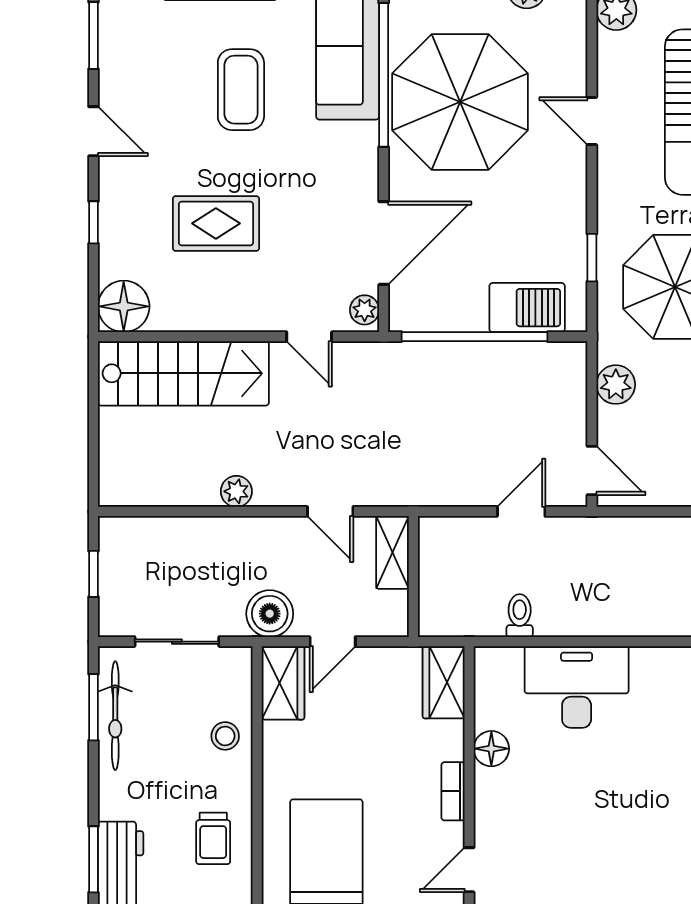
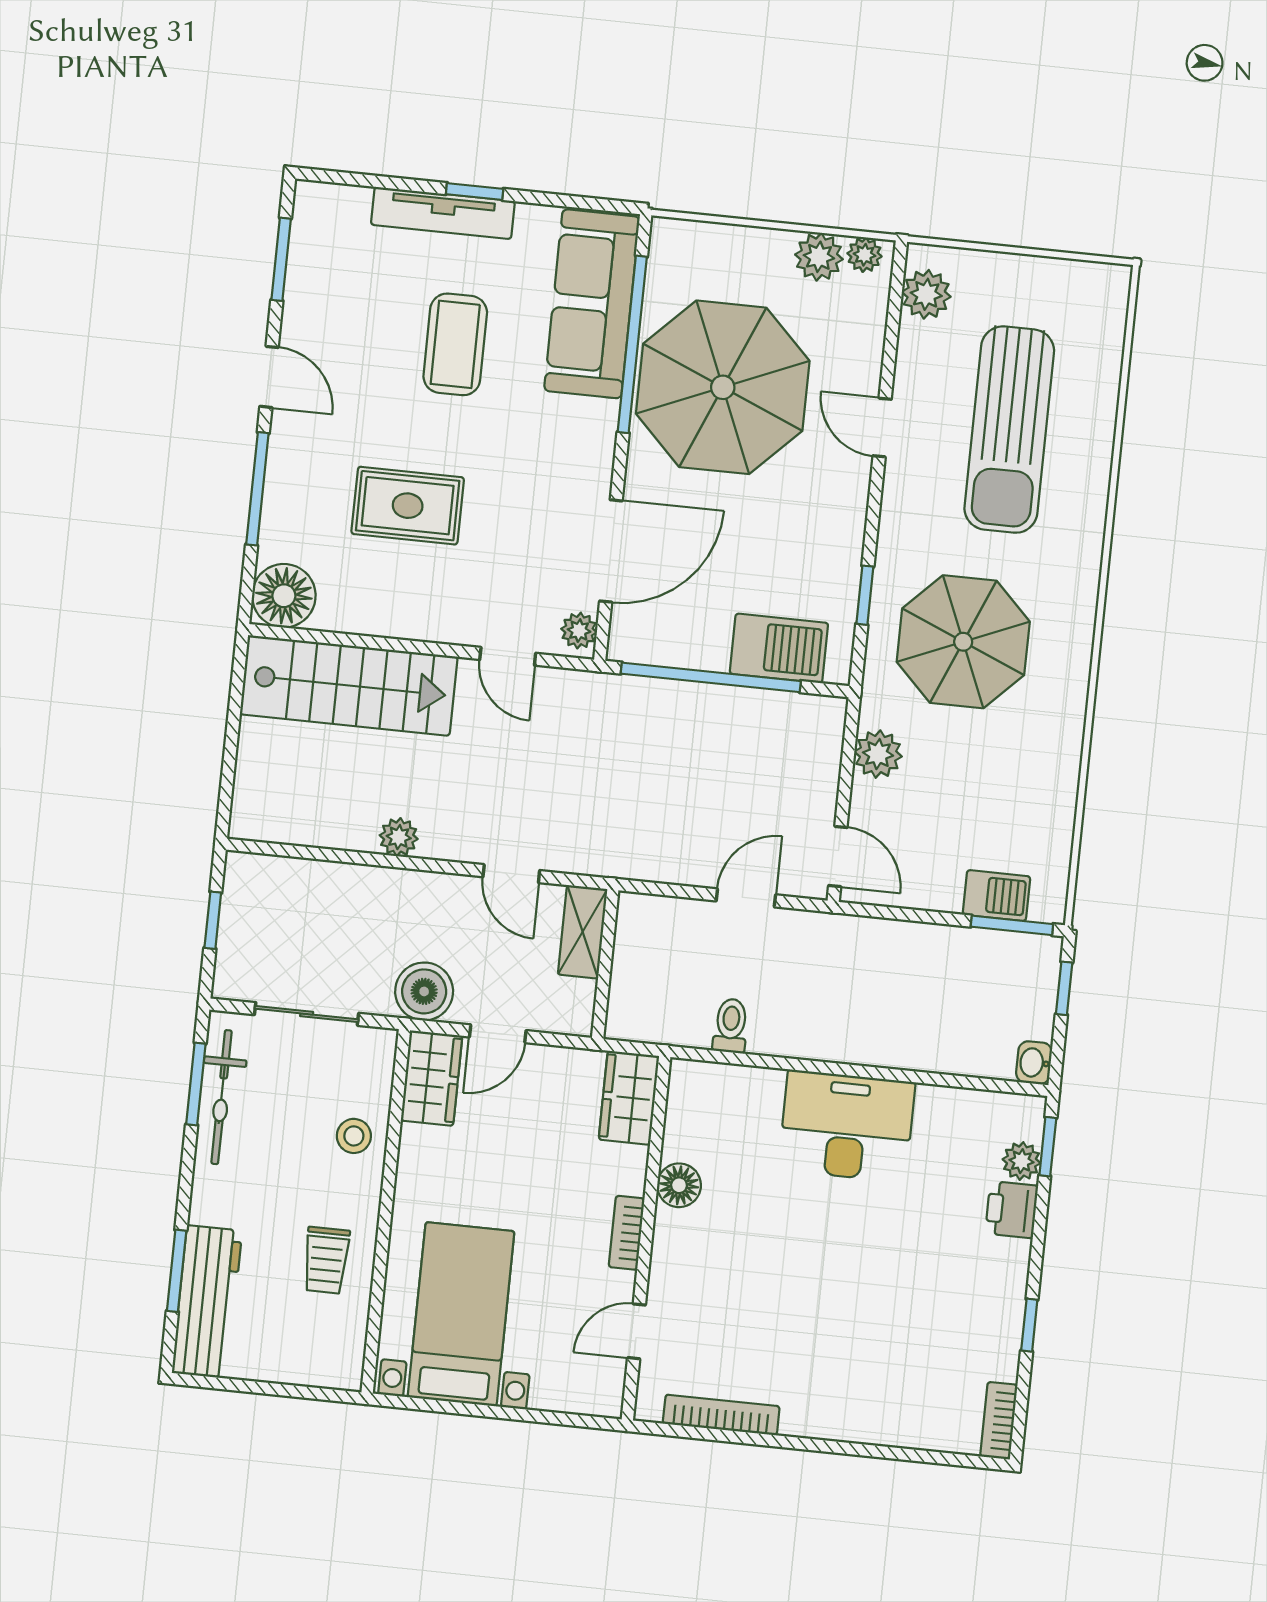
window: (94, 222) -> (257, 489), width x2.17
desk: (577, 687) -> (847, 1126), moved

